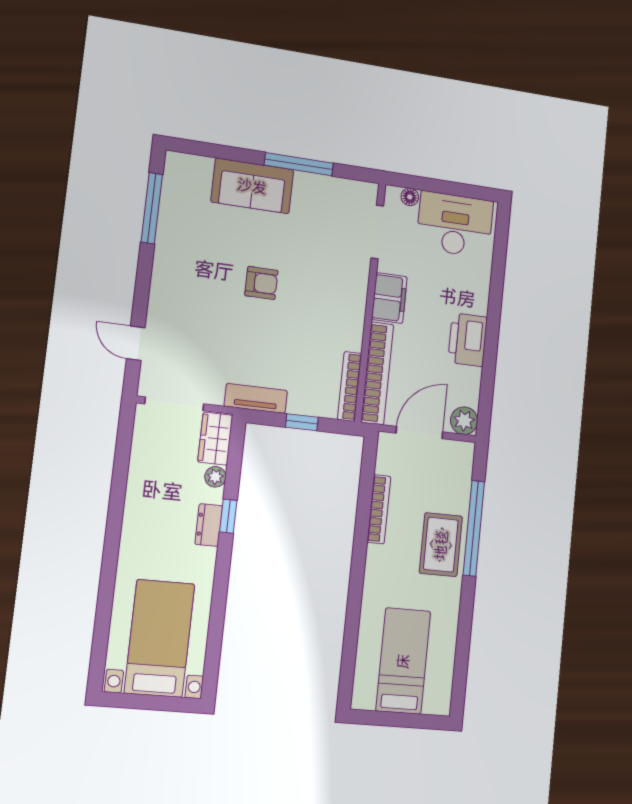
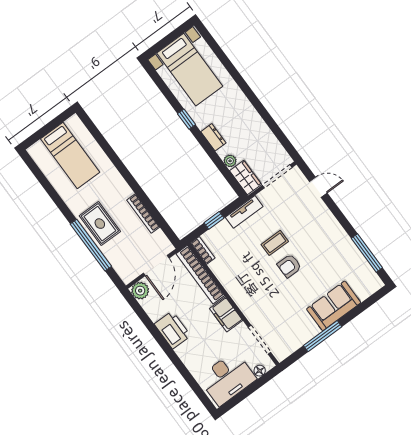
coffee table: (253, 326) -> (275, 243), added
bookcase: (350, 386) -> (203, 250), width x0.64
window: (228, 516) -> (187, 119), moved

